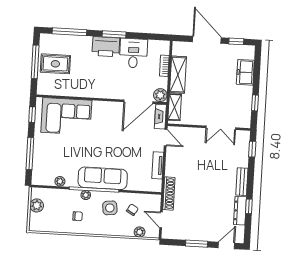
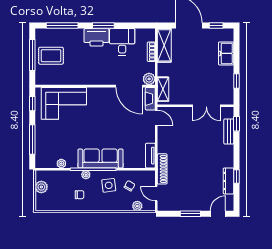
shelving: (178, 75) -> (164, 45), moved
door: (138, 102) -> (129, 86), hinge flipped
tv unit: (158, 165) -> (150, 156), moved
bench: (242, 182) -> (229, 131), moved

